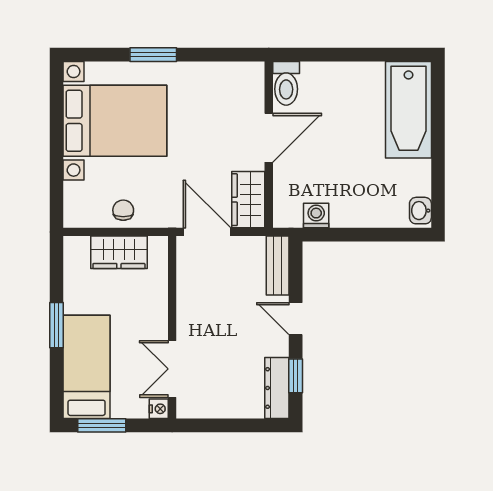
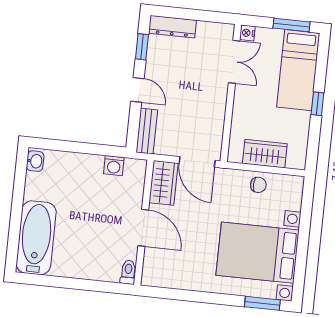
window: (153, 55) -> (262, 303), moved
toilet: (286, 83) -> (128, 272), width x0.73, depth x0.72
door: (269, 138) -> (143, 228), swing flipped
chair: (123, 210) -> (258, 185), turned -90
window: (57, 325) -> (317, 104), width x0.67
dresser: (277, 388) -> (172, 27), moved, turned 90

